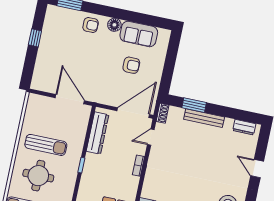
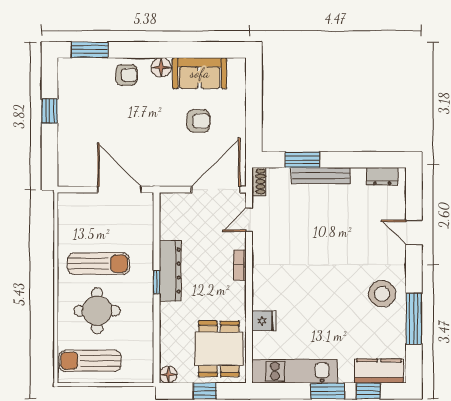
dresser: (98, 133) -> (170, 271), moved

